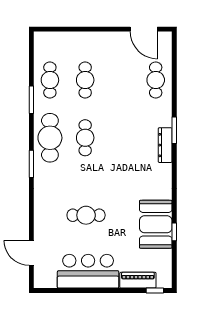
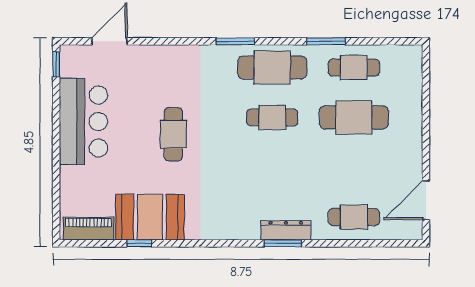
cafe table: (85, 80) -> (354, 117), width x1.37, depth x1.35
dresser: (165, 145) -> (286, 230), moved
cafe table: (86, 215) -> (173, 134), moved
piano: (138, 280) -> (89, 229), moved, turned -90
window: (155, 291) -> (56, 64), moved

